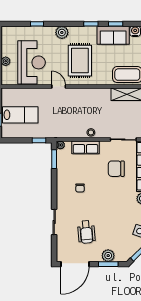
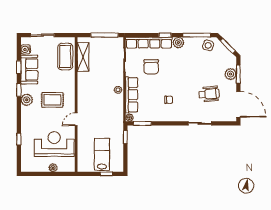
plant: (62, 32) -> (27, 100), moved
rug: (80, 61) -> (52, 100), width x0.73, depth x0.70
row of seats: (85, 147) -> (132, 95), width x1.48

